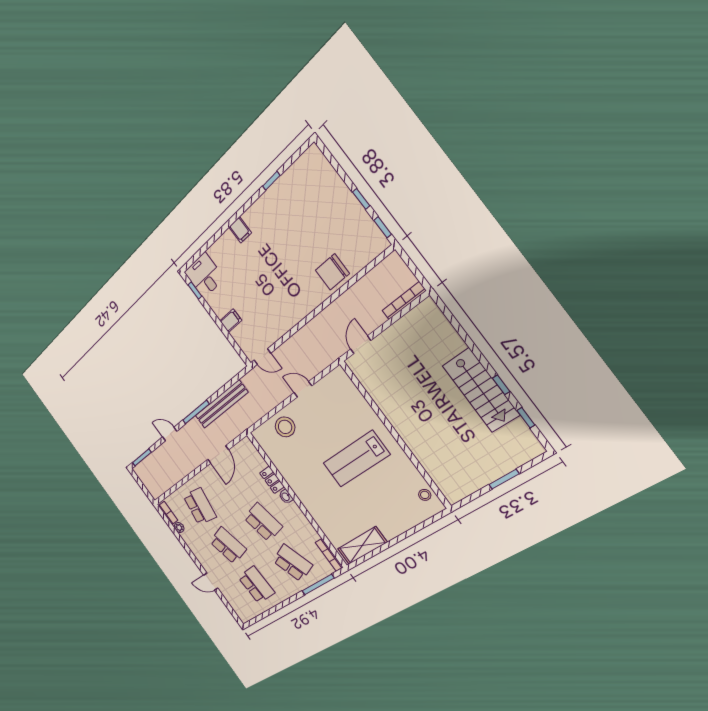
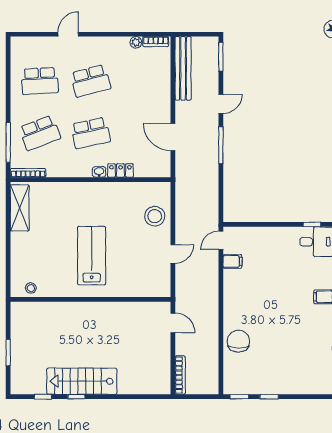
filing cabinet: (231, 321) -> (232, 261), moved, turned -90
bench: (221, 404) -> (183, 68), moved
school desk: (200, 506) -> (141, 81), removed

